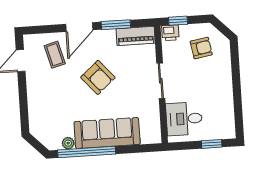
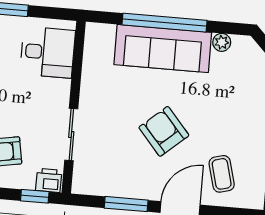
piano: (136, 36) -> (100, 183), removed
sliding door: (161, 81) -> (71, 134), moved
window: (87, 152) -> (164, 23), moved

